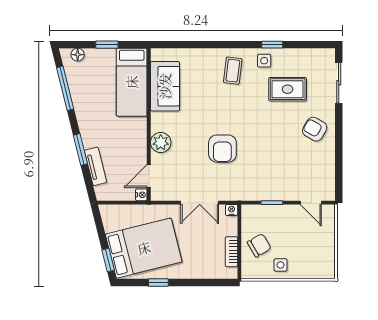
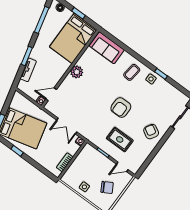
bed: (132, 82) -> (73, 38), width x1.50
sofa: (165, 86) -> (107, 48), moved, turned 90
rug: (288, 89) -> (120, 139), moved
plant: (161, 142) -> (77, 72), moved
armchair: (222, 149) -> (121, 107), moved
door: (311, 203) -> (122, 167), hinge flipped
chair: (259, 245) -> (107, 187), moved

